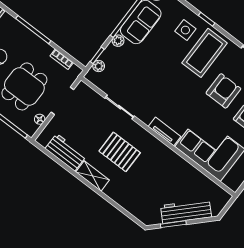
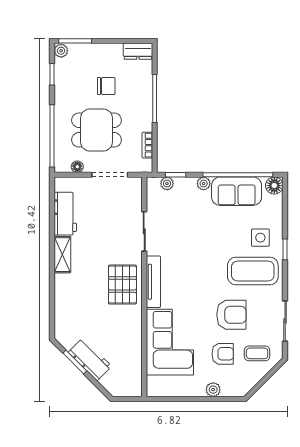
tv unit: (165, 131) -> (153, 282), width x1.41
pallet: (120, 152) -> (122, 285), moved
workbench: (186, 211) -> (90, 359), width x0.73

